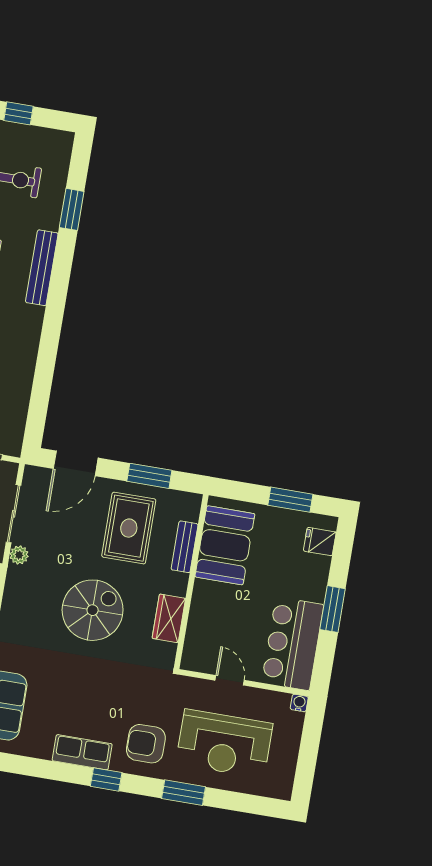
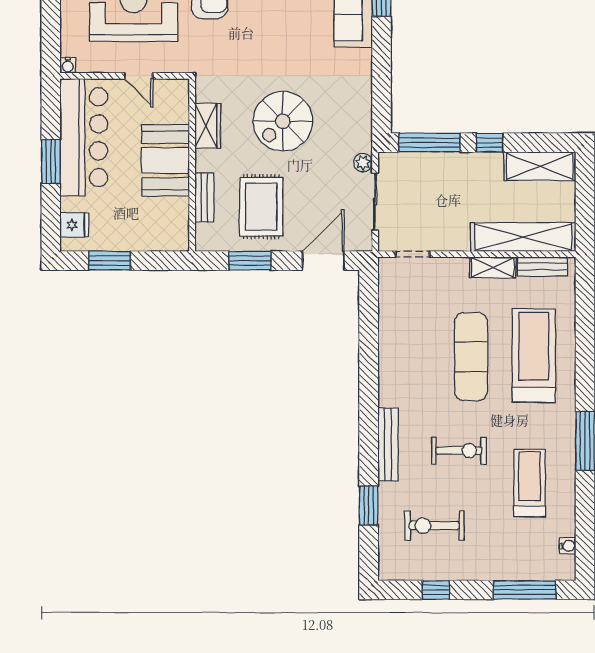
booth: (225, 545) -> (165, 160), moved
bar counter: (293, 644) -> (84, 137), width x1.36

